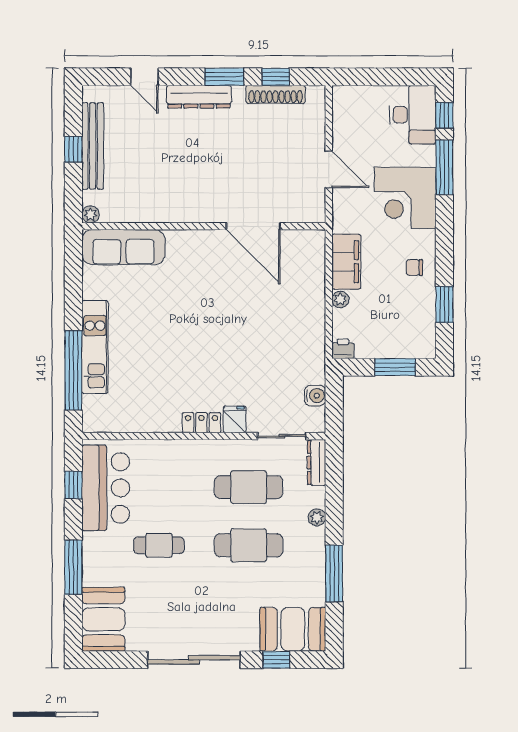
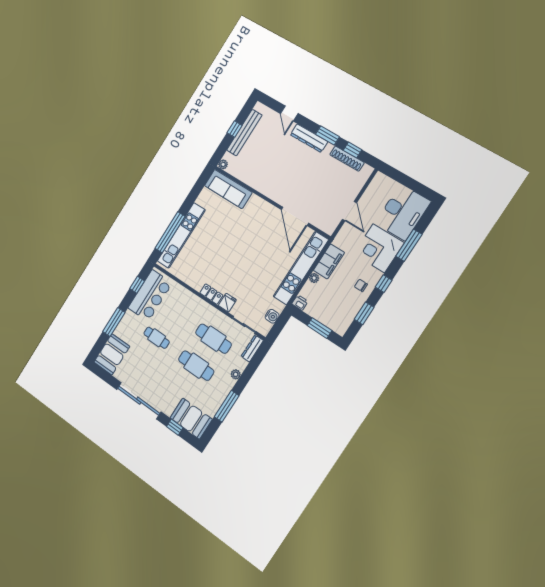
desk: (413, 115) -> (403, 212), width x1.36, depth x1.30
window: (444, 115) -> (384, 284), moved
kitchen unit: (312, 297) -> (301, 268), added
kitchen unit: (95, 347) -> (181, 235), width x1.36

